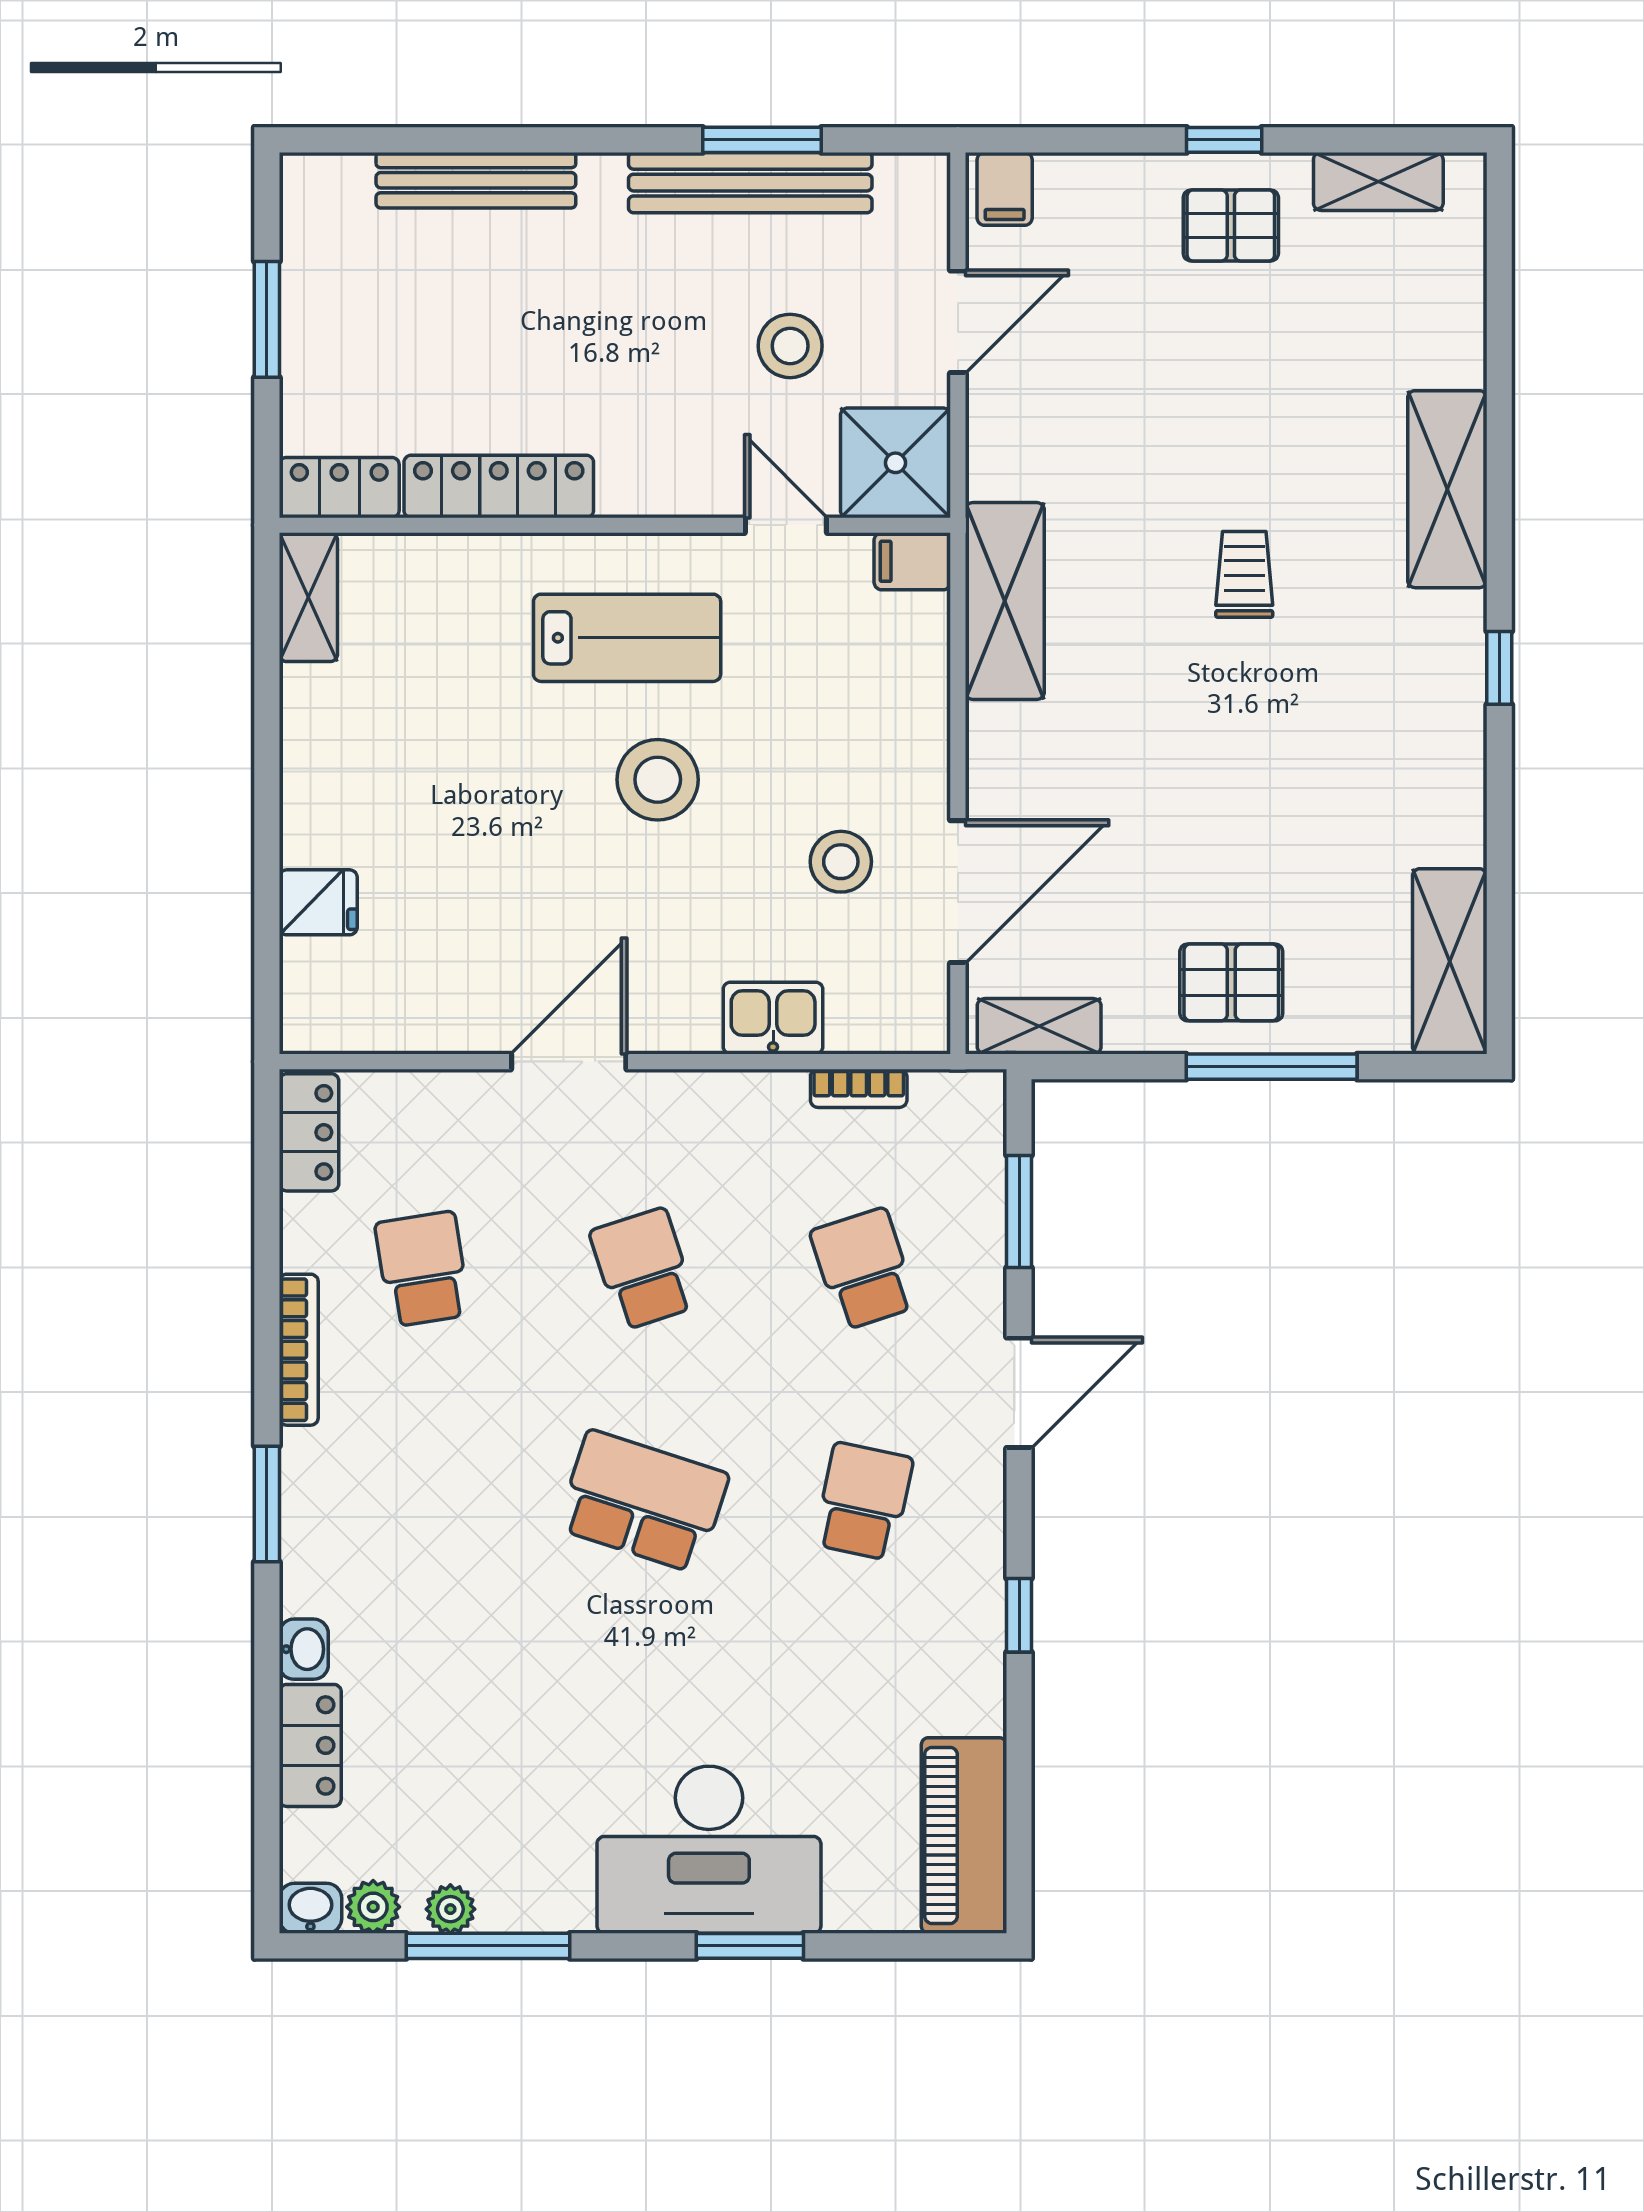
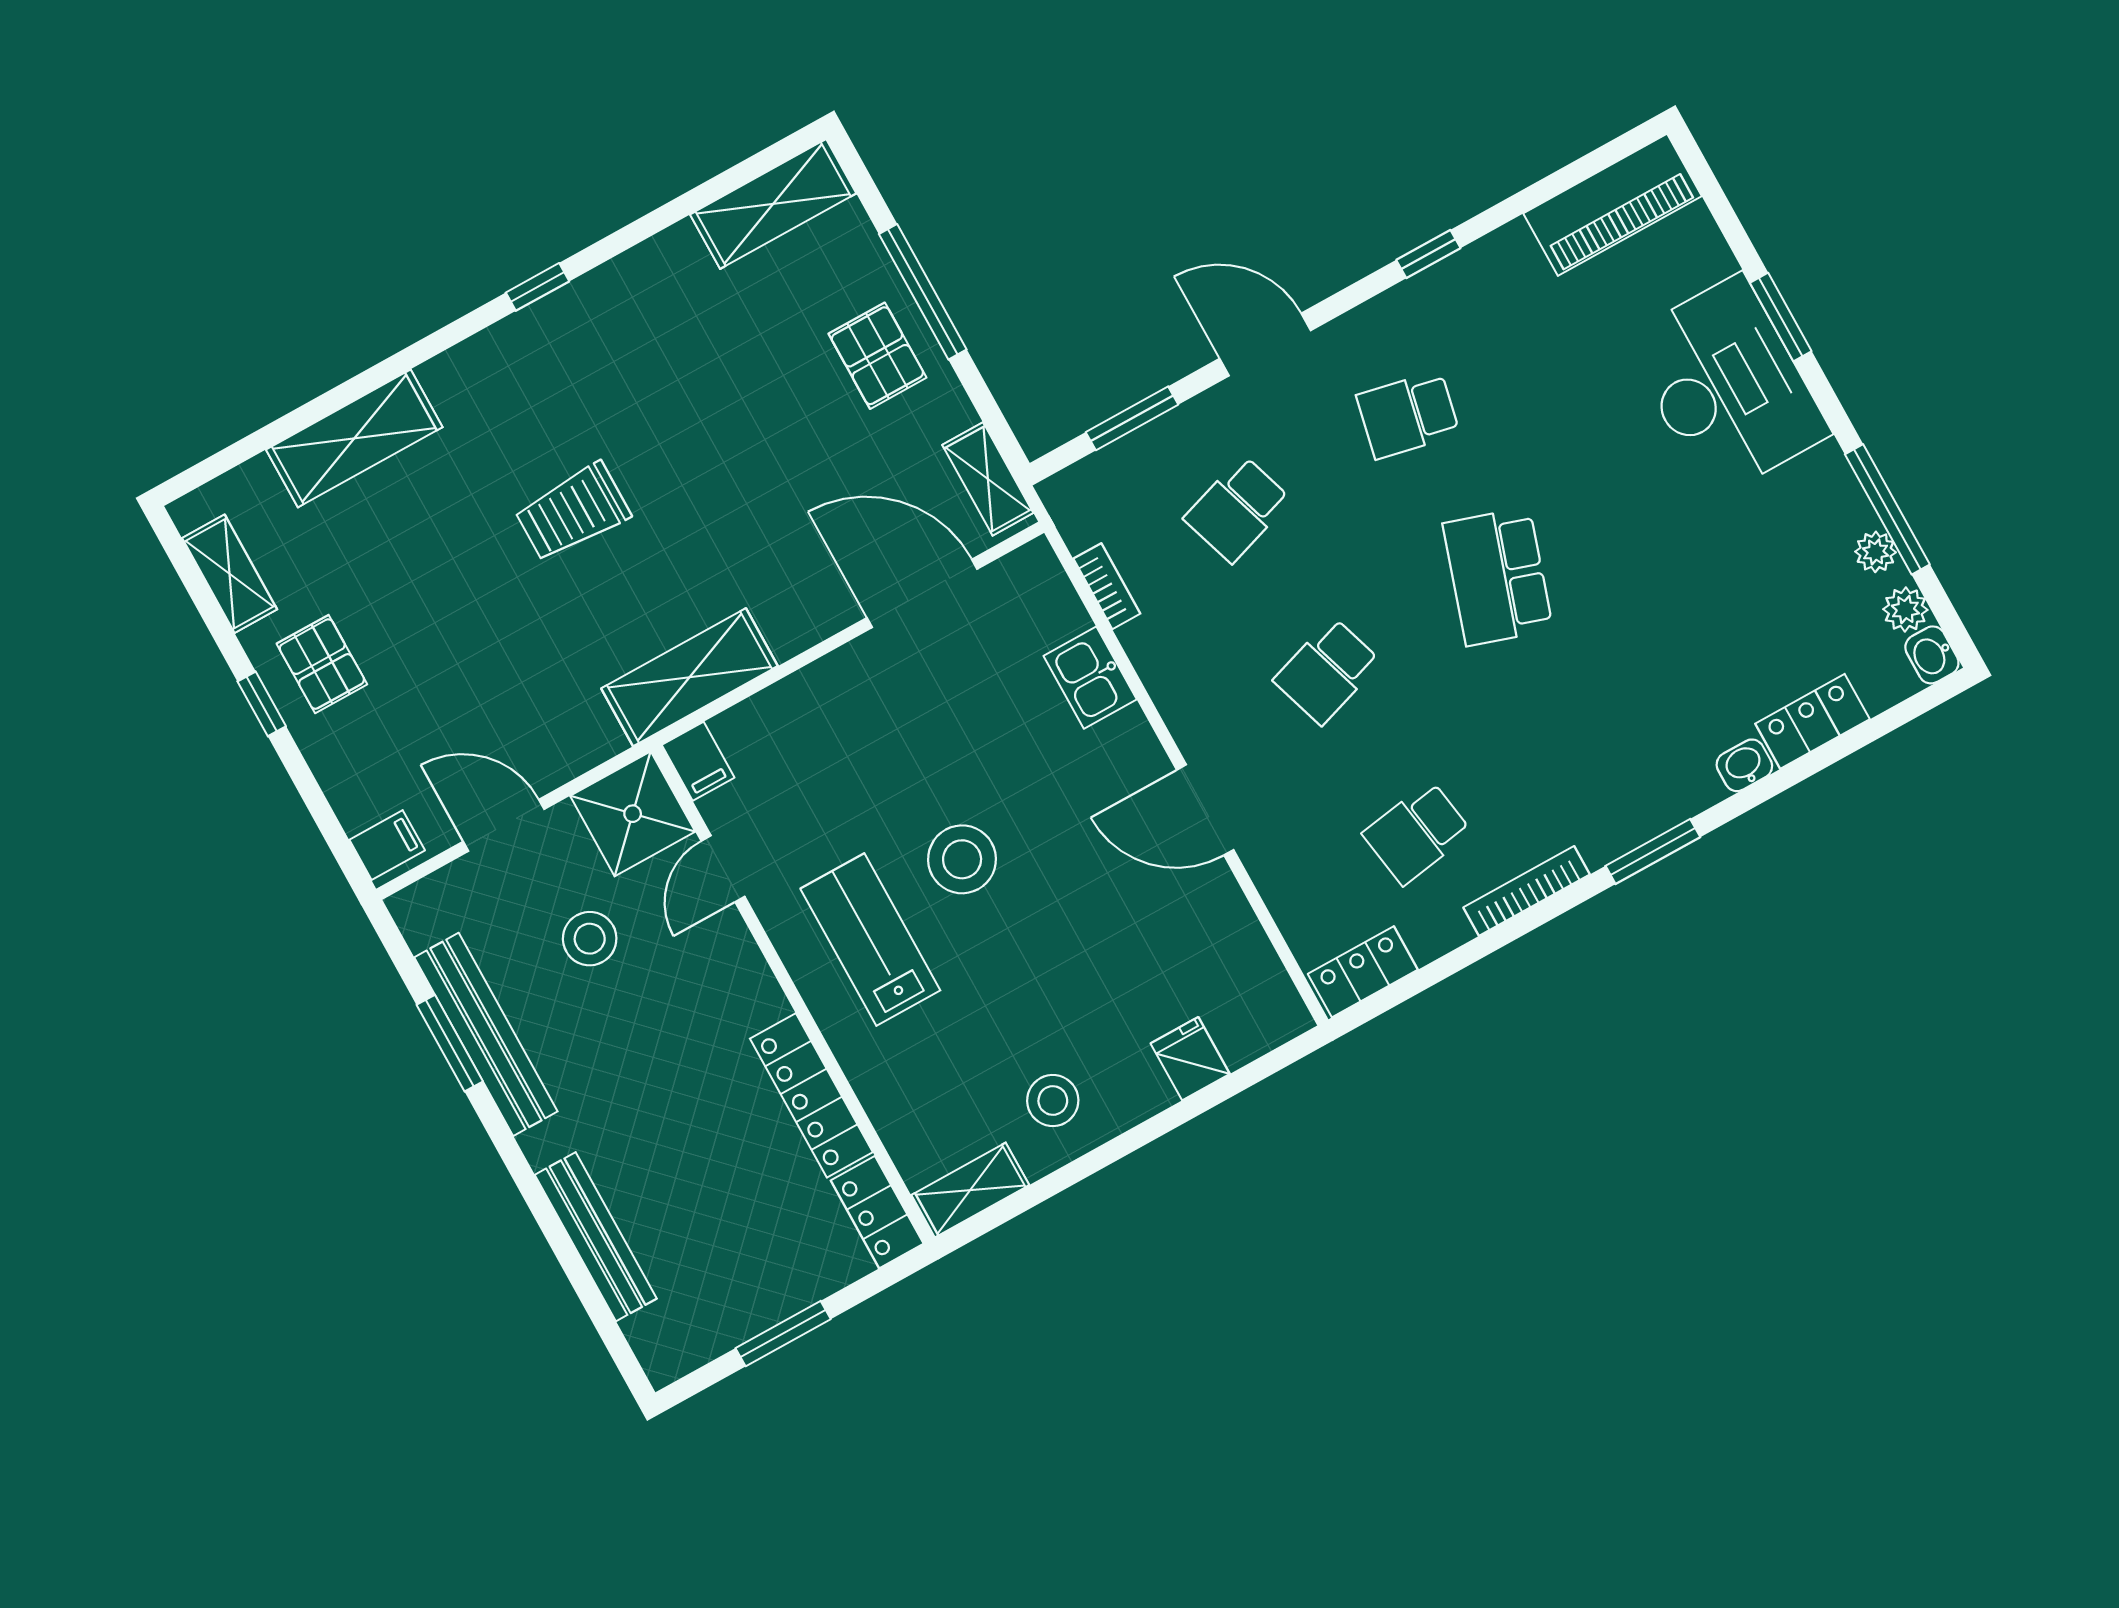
shelving: (1447, 489) -> (354, 438), moved
trolley: (1244, 574) -> (573, 512), width x1.36, depth x1.39
stool: (841, 862) -> (1053, 1100), moved

